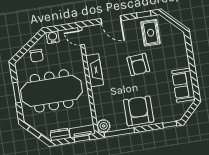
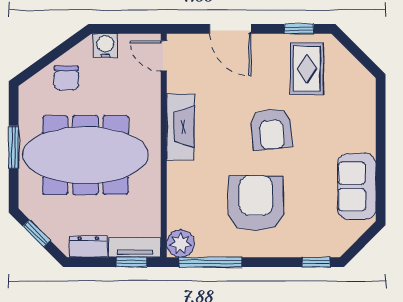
armchair: (139, 111) -> (256, 203), moved

